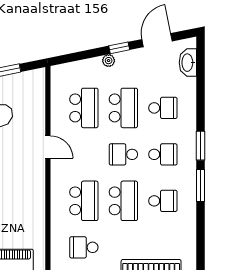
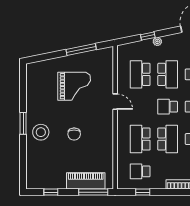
window: (119, 48) -> (148, 36), moved
school desk: (84, 108) -> (140, 74), turned 180
school desk: (84, 201) -> (140, 139), turned 180

